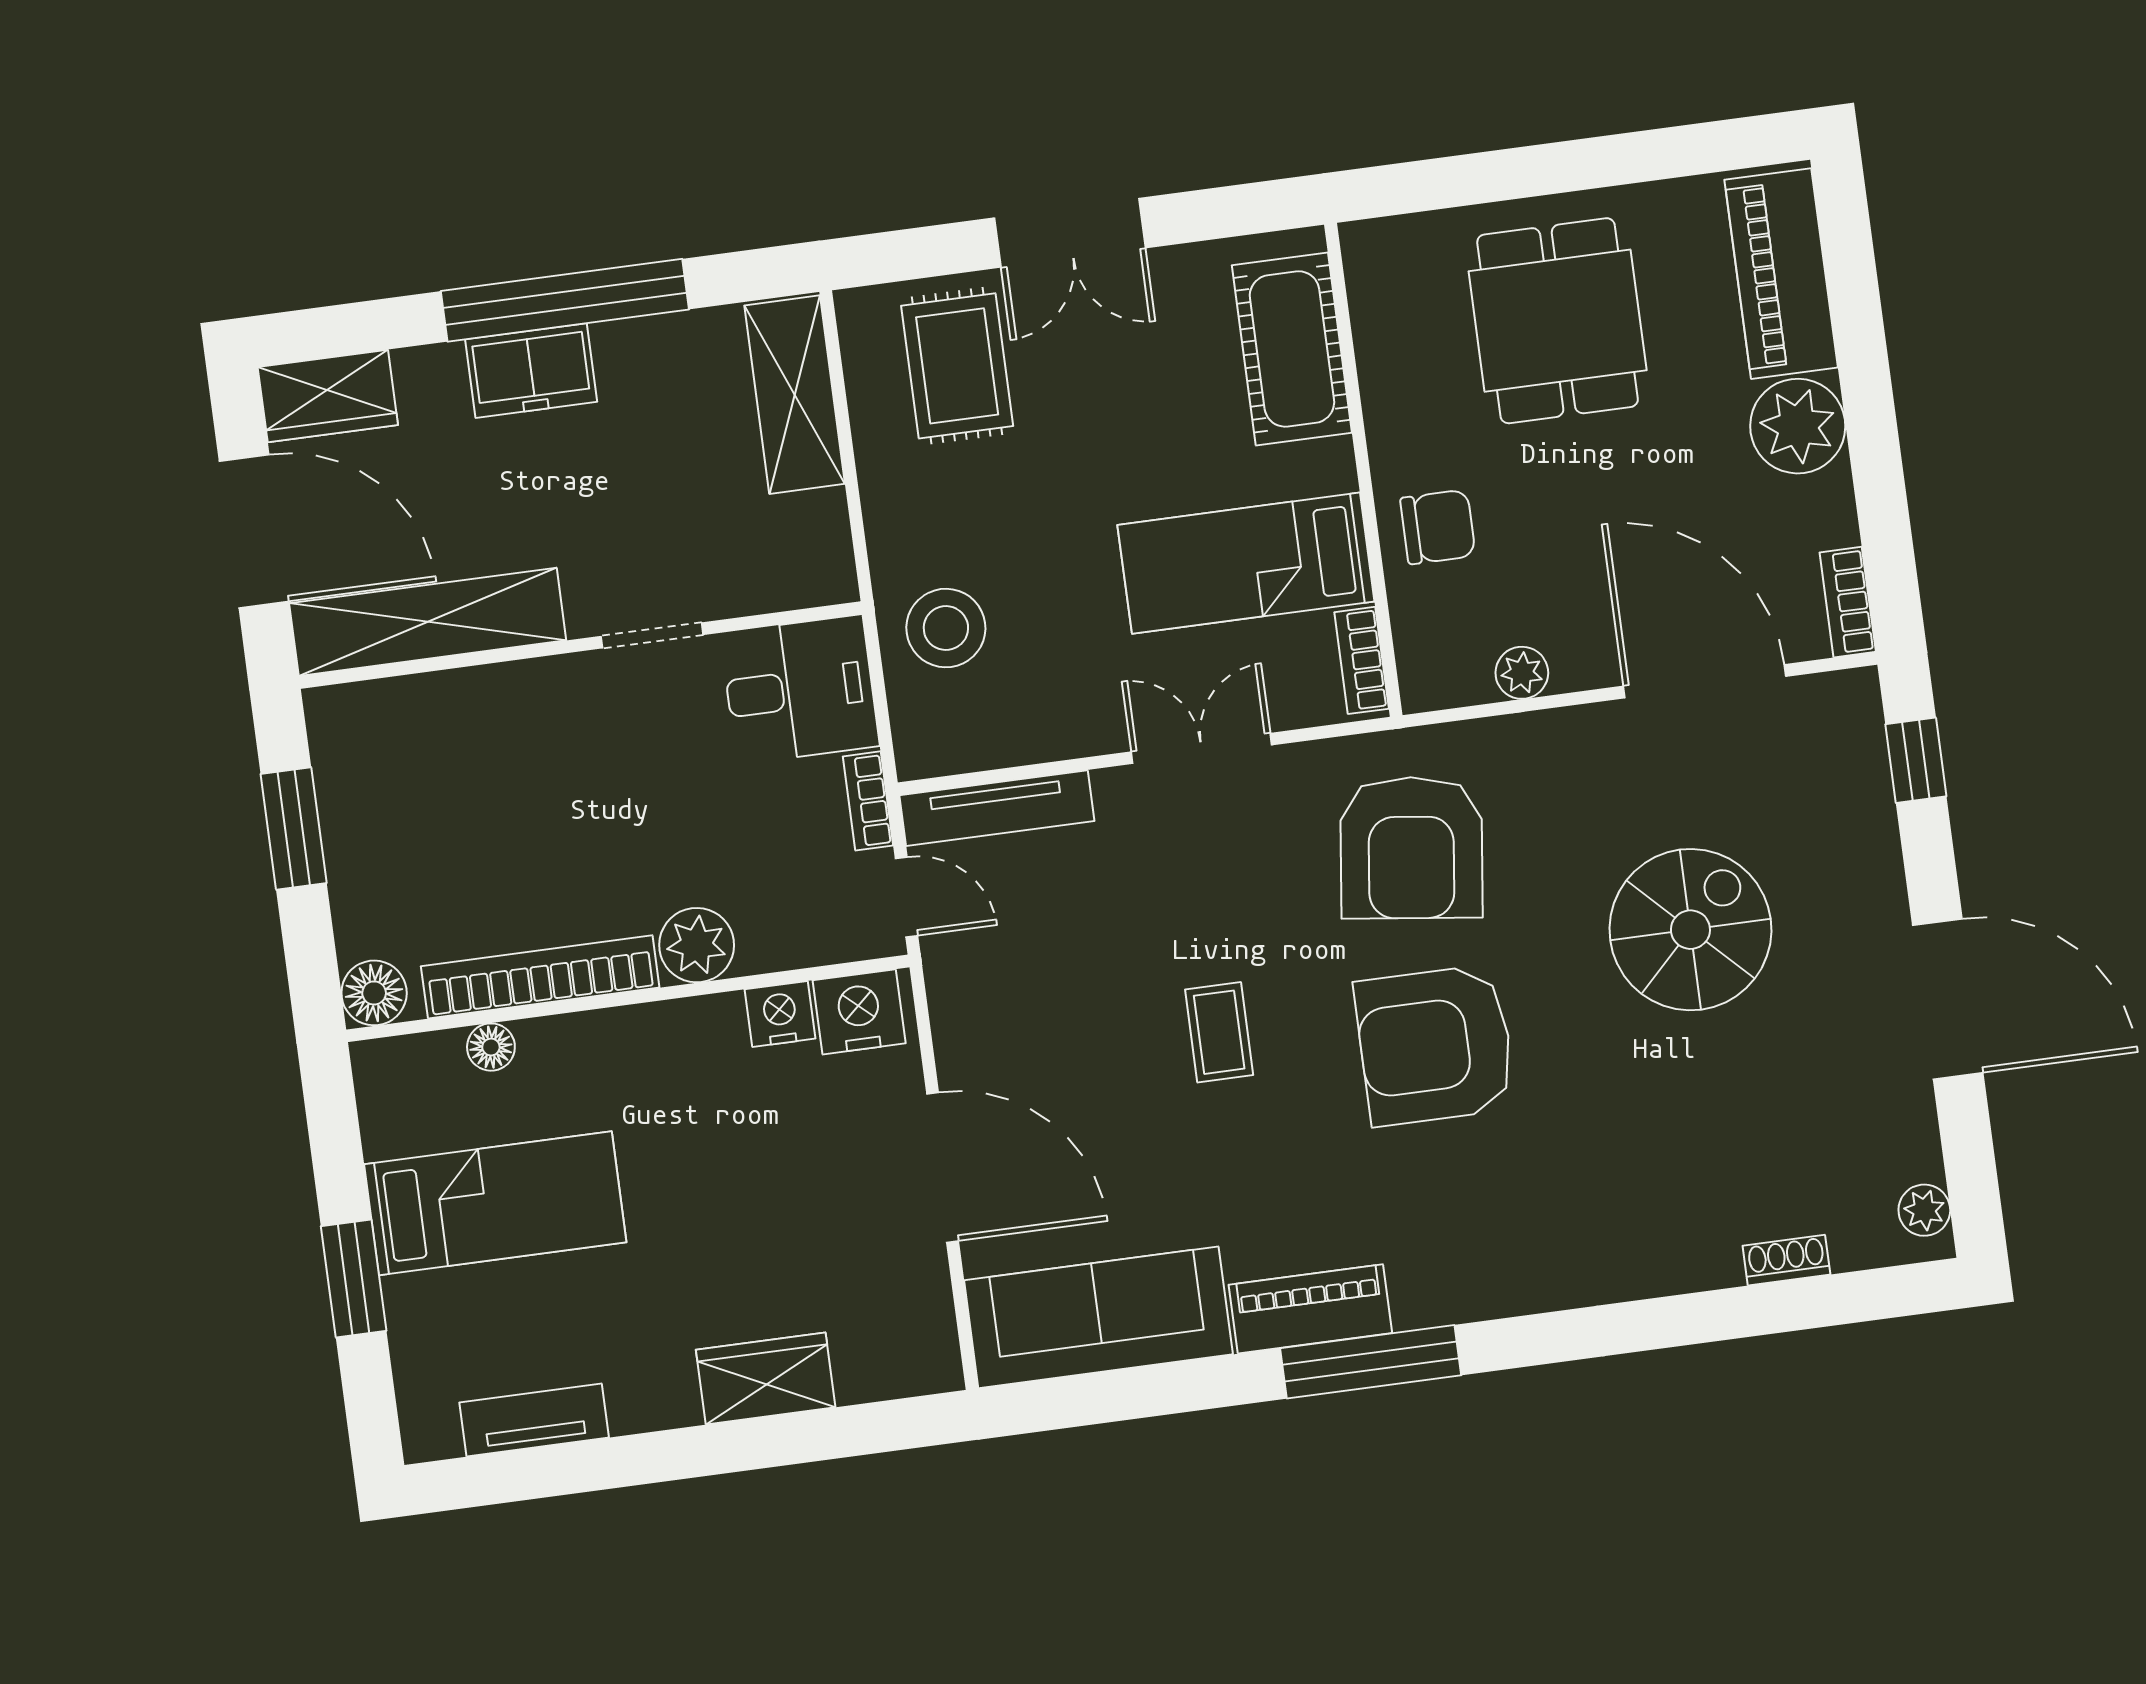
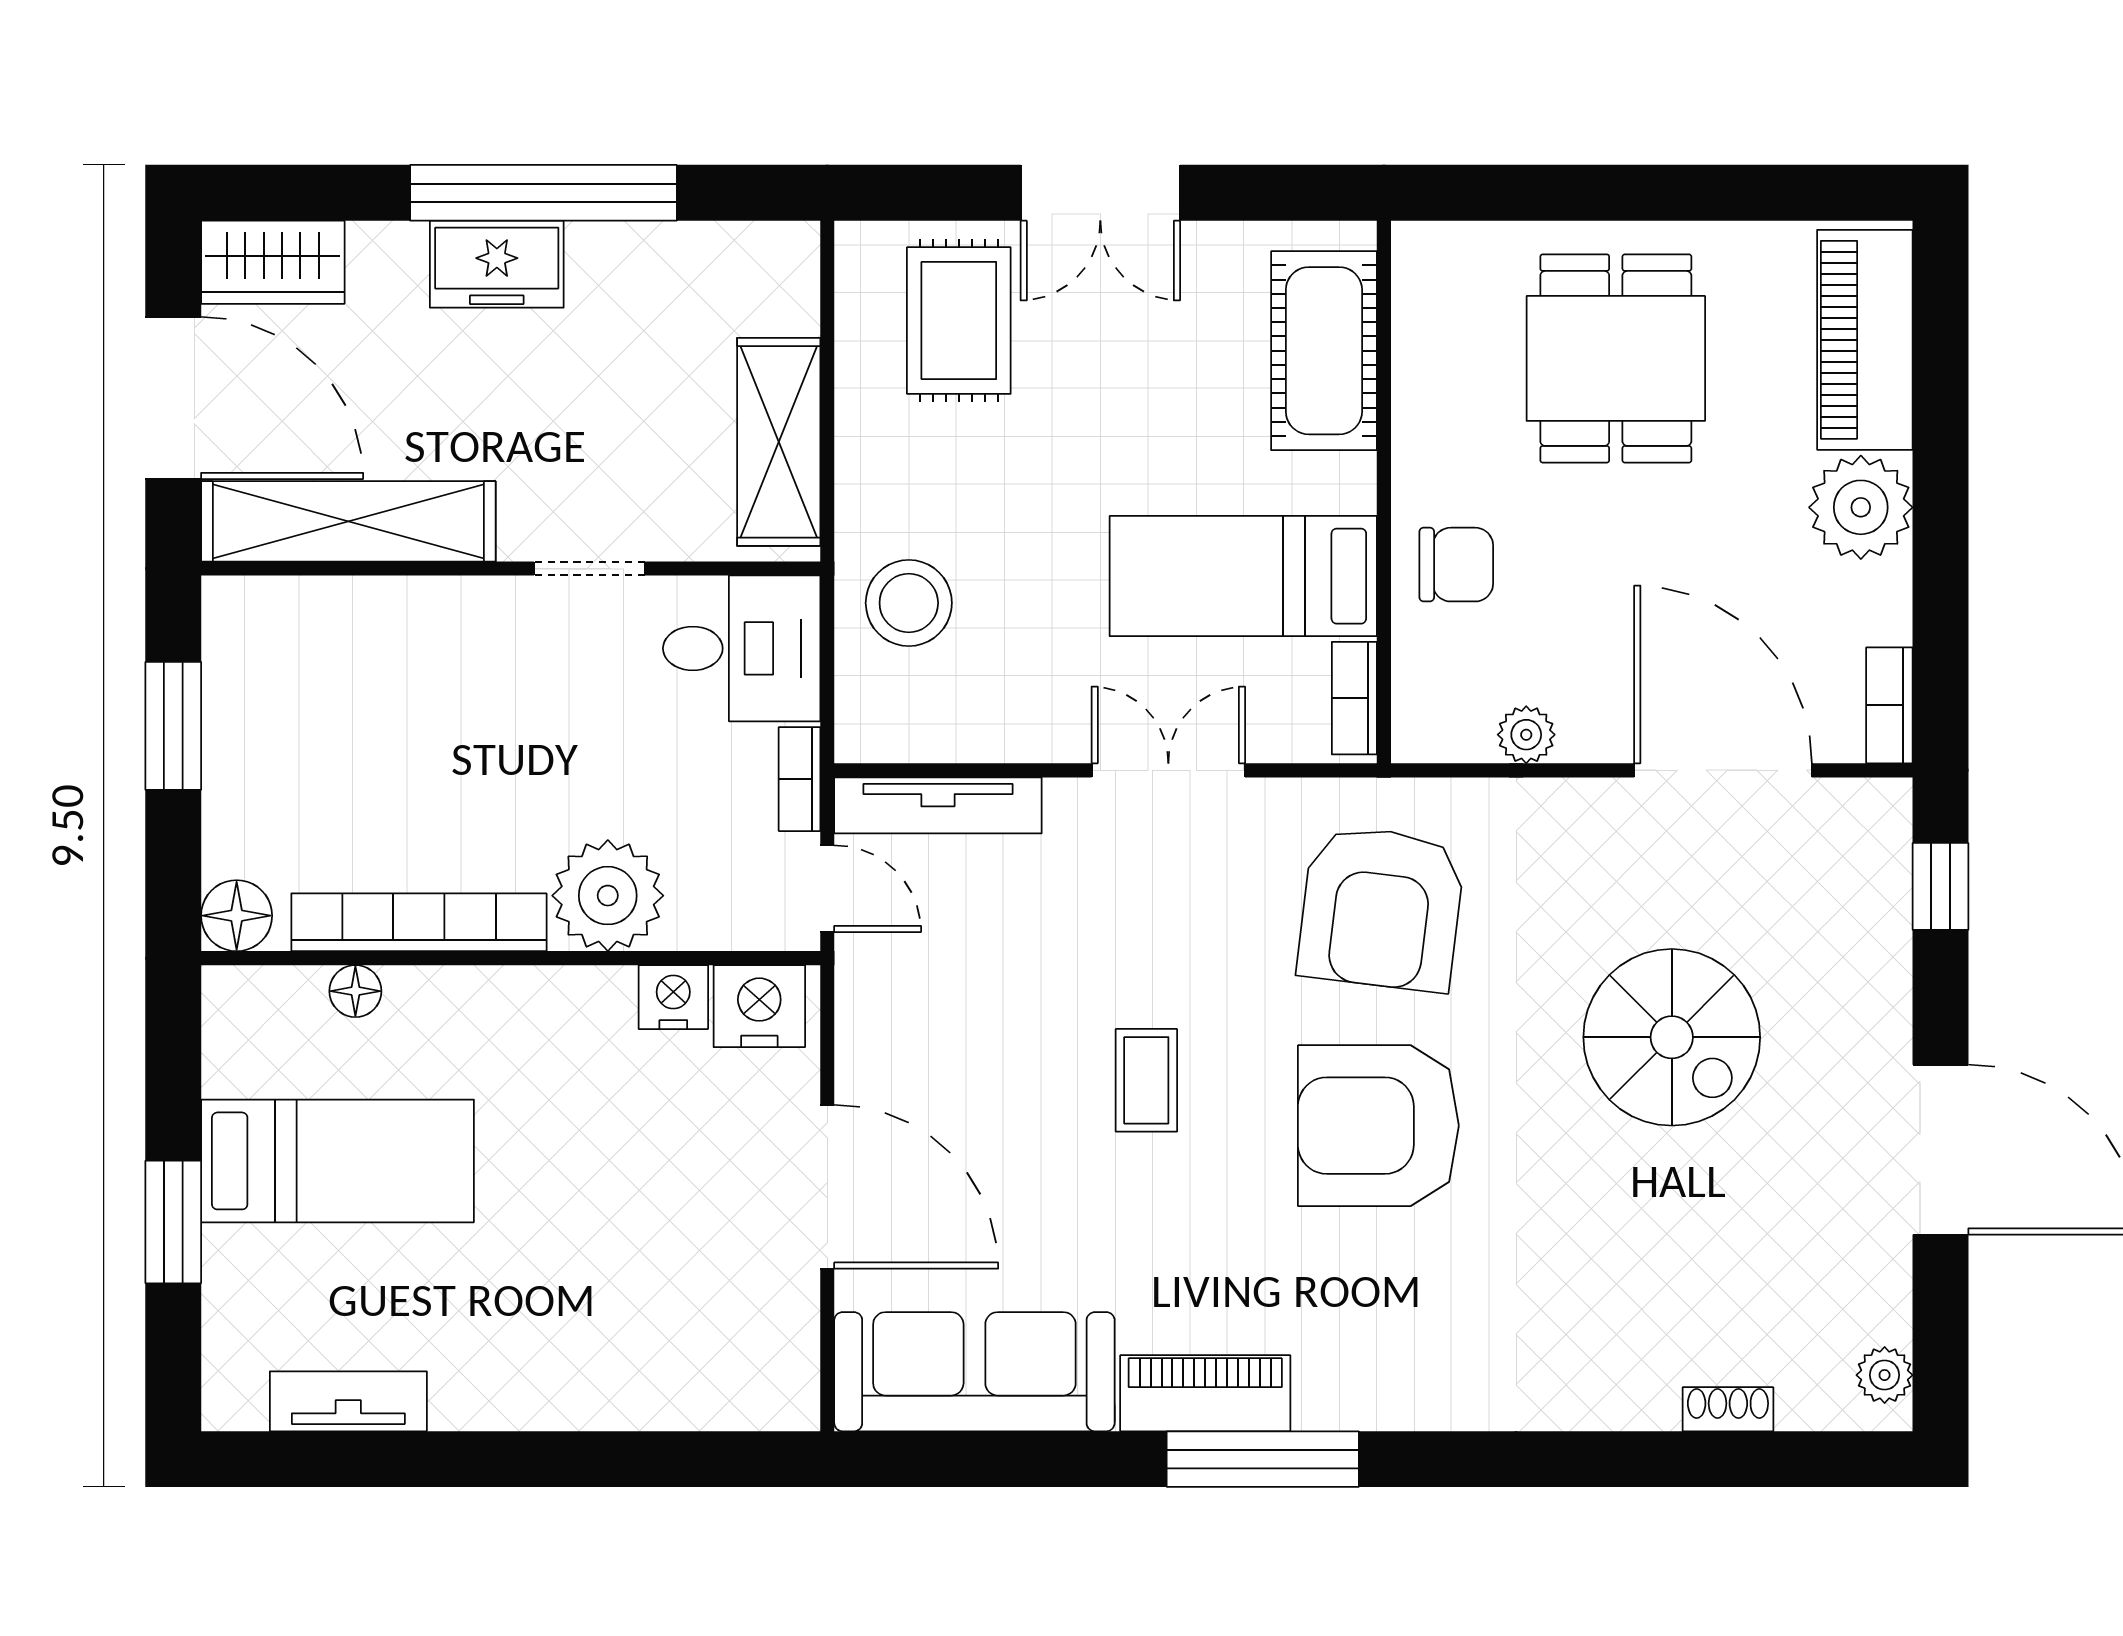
shelving: (795, 395) -> (779, 442), moved
spiral stairs: (1690, 930) -> (1672, 1037), turned 90
plant: (697, 945) -> (608, 896), width x1.36, depth x1.36
wardrobe: (766, 1378) -> (605, 1390), removed

